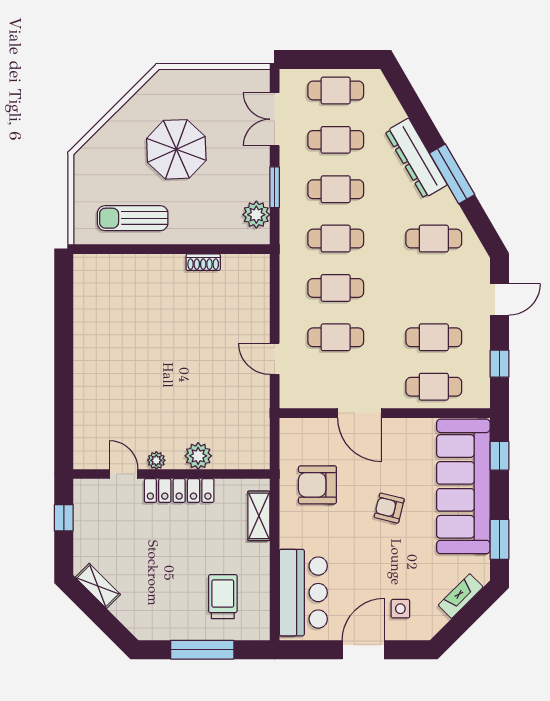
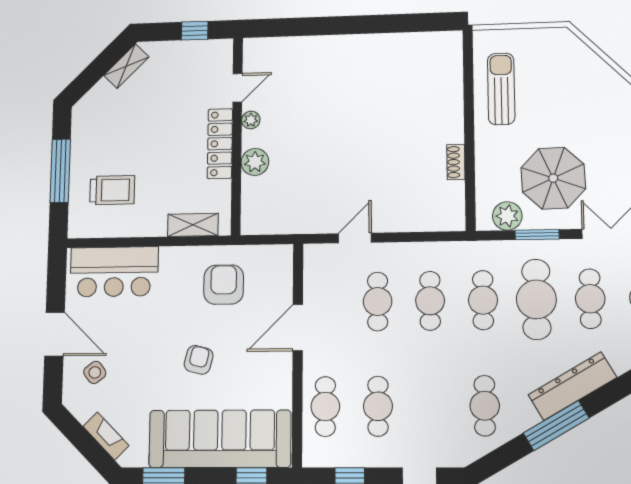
parasol: (176, 149) -> (553, 178), moved
cafe table: (336, 189) -> (536, 299), width x1.37, depth x1.35
side table: (400, 609) -> (95, 372), turned -37

